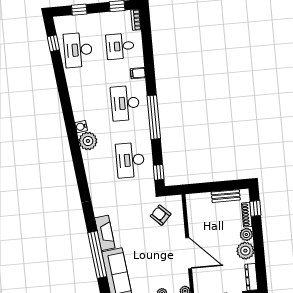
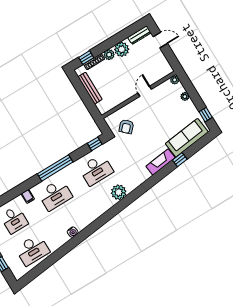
window: (53, 43) -> (37, 271), removed
water cooler: (81, 127) -> (73, 232), moved
plant: (88, 141) -> (119, 192), moved
bench: (226, 196) -> (90, 88), width x1.36
door: (189, 253) -> (145, 91), width x0.53
window: (97, 255) -> (180, 160), width x0.32

